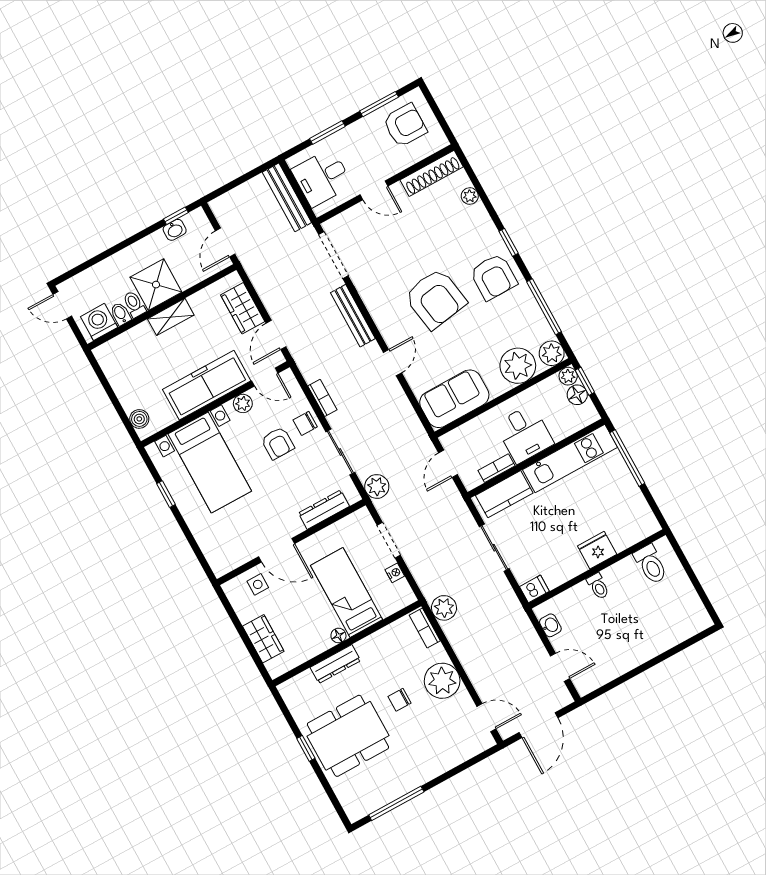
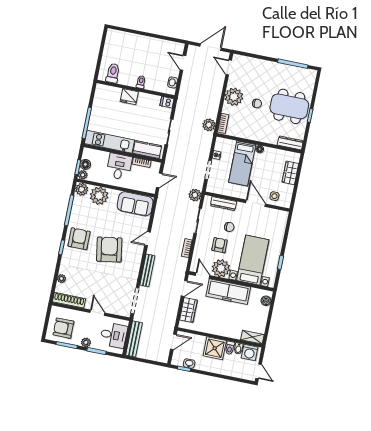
plant: (354, 132) -> (86, 342), added
shelving: (171, 317) -> (252, 337), moved
plant: (243, 403) -> (221, 268), width x1.88, depth x1.88
chair: (305, 423) -> (229, 227), moved
dresser: (335, 664) -> (290, 143), moved

